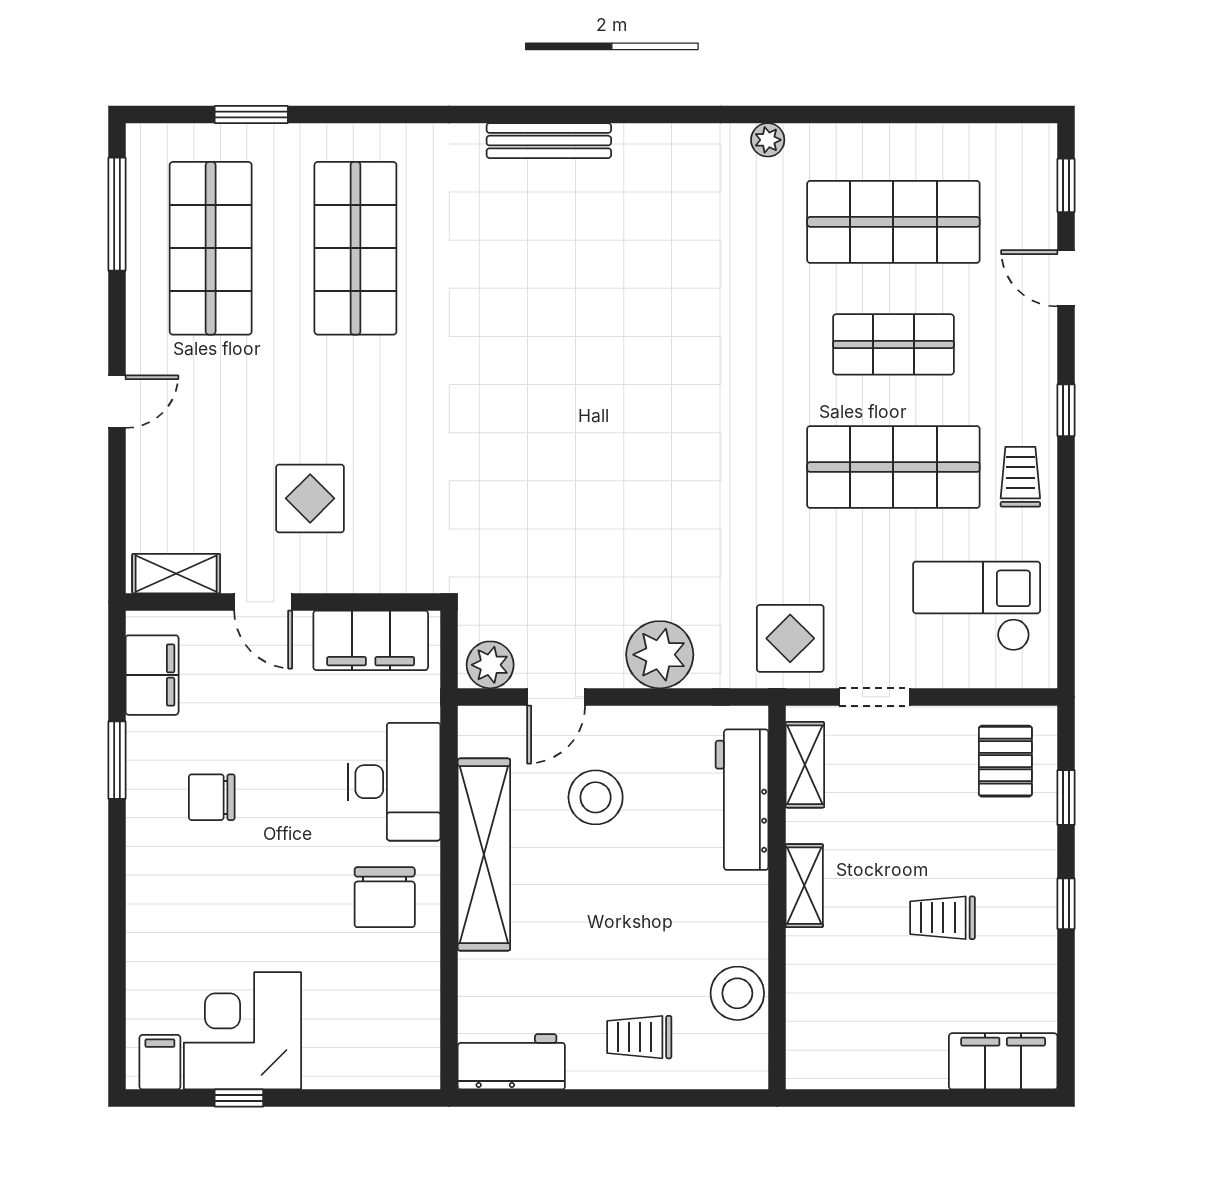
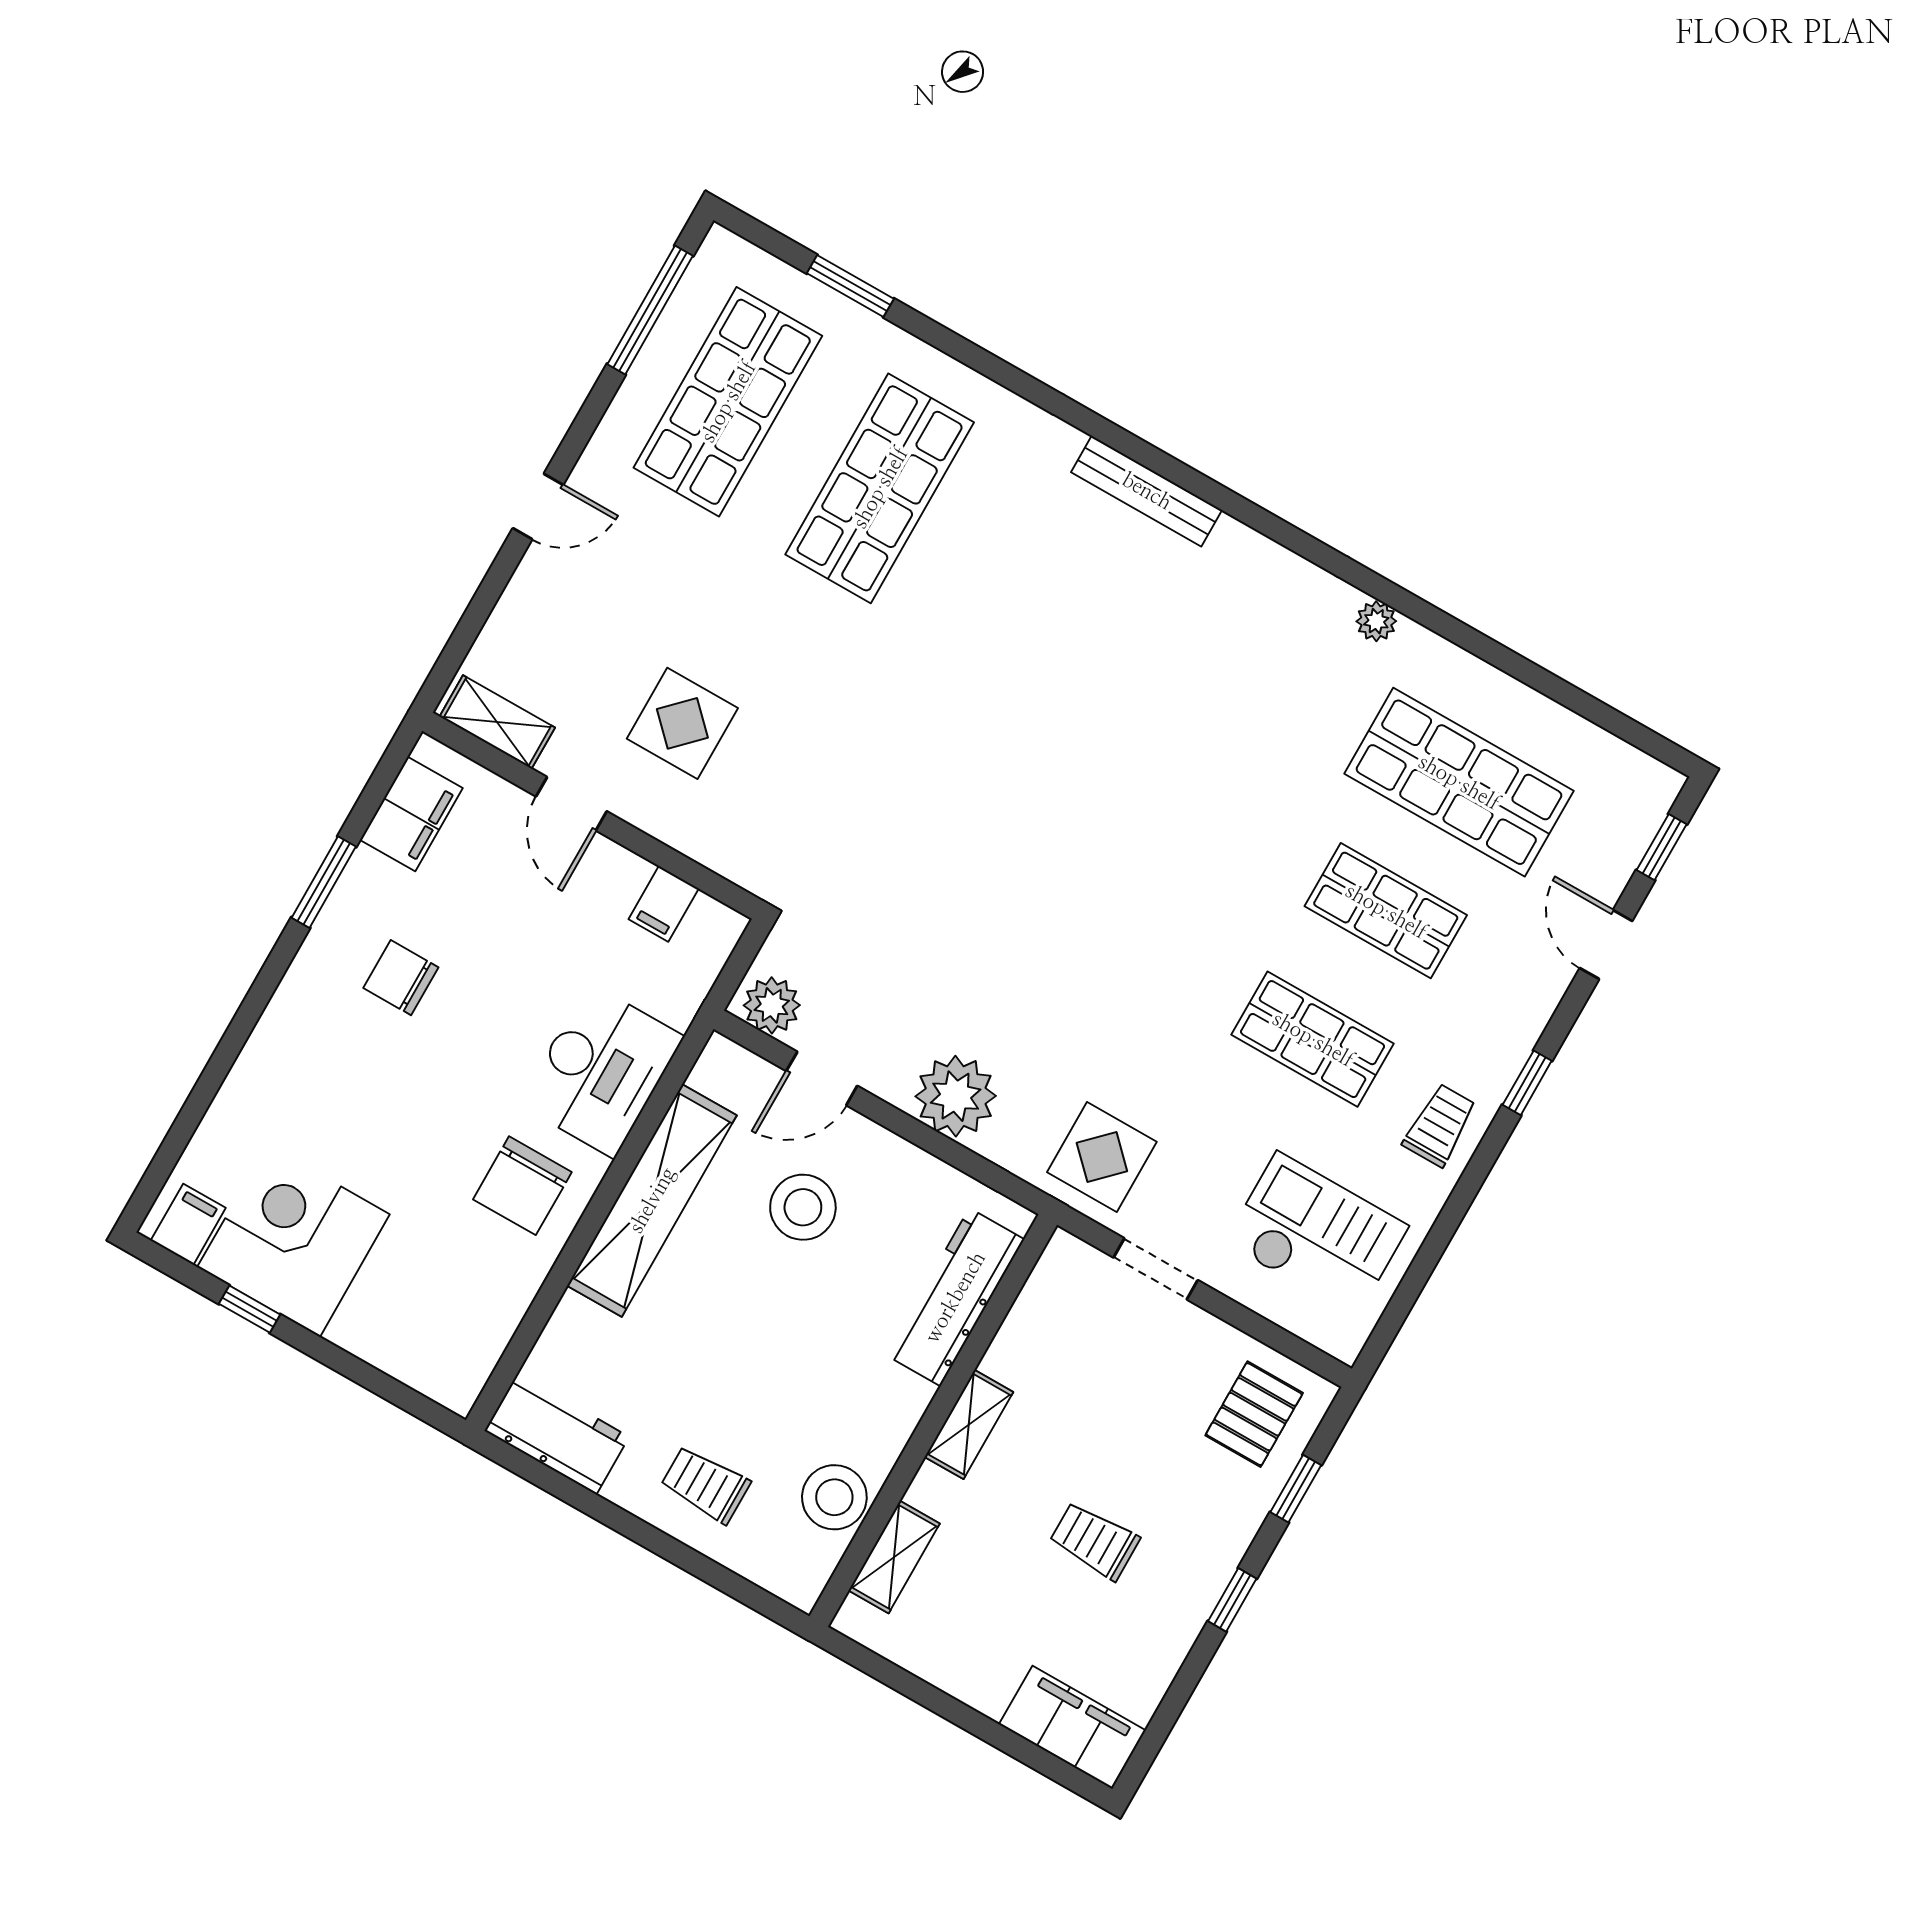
shop shelf: (893, 467) -> (1313, 1039), width x0.70, depth x0.74
filing cabinet: (371, 640) -> (664, 904), width x0.33, depth x0.86
shelving: (805, 765) -> (894, 1557), moved

